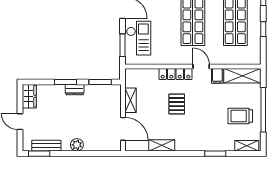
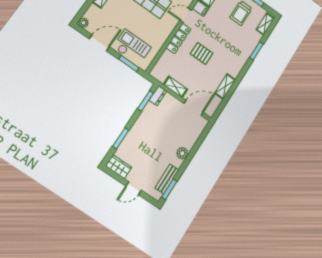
window: (65, 82) -> (121, 138), moved
dresser: (75, 90) -> (158, 96), moved

